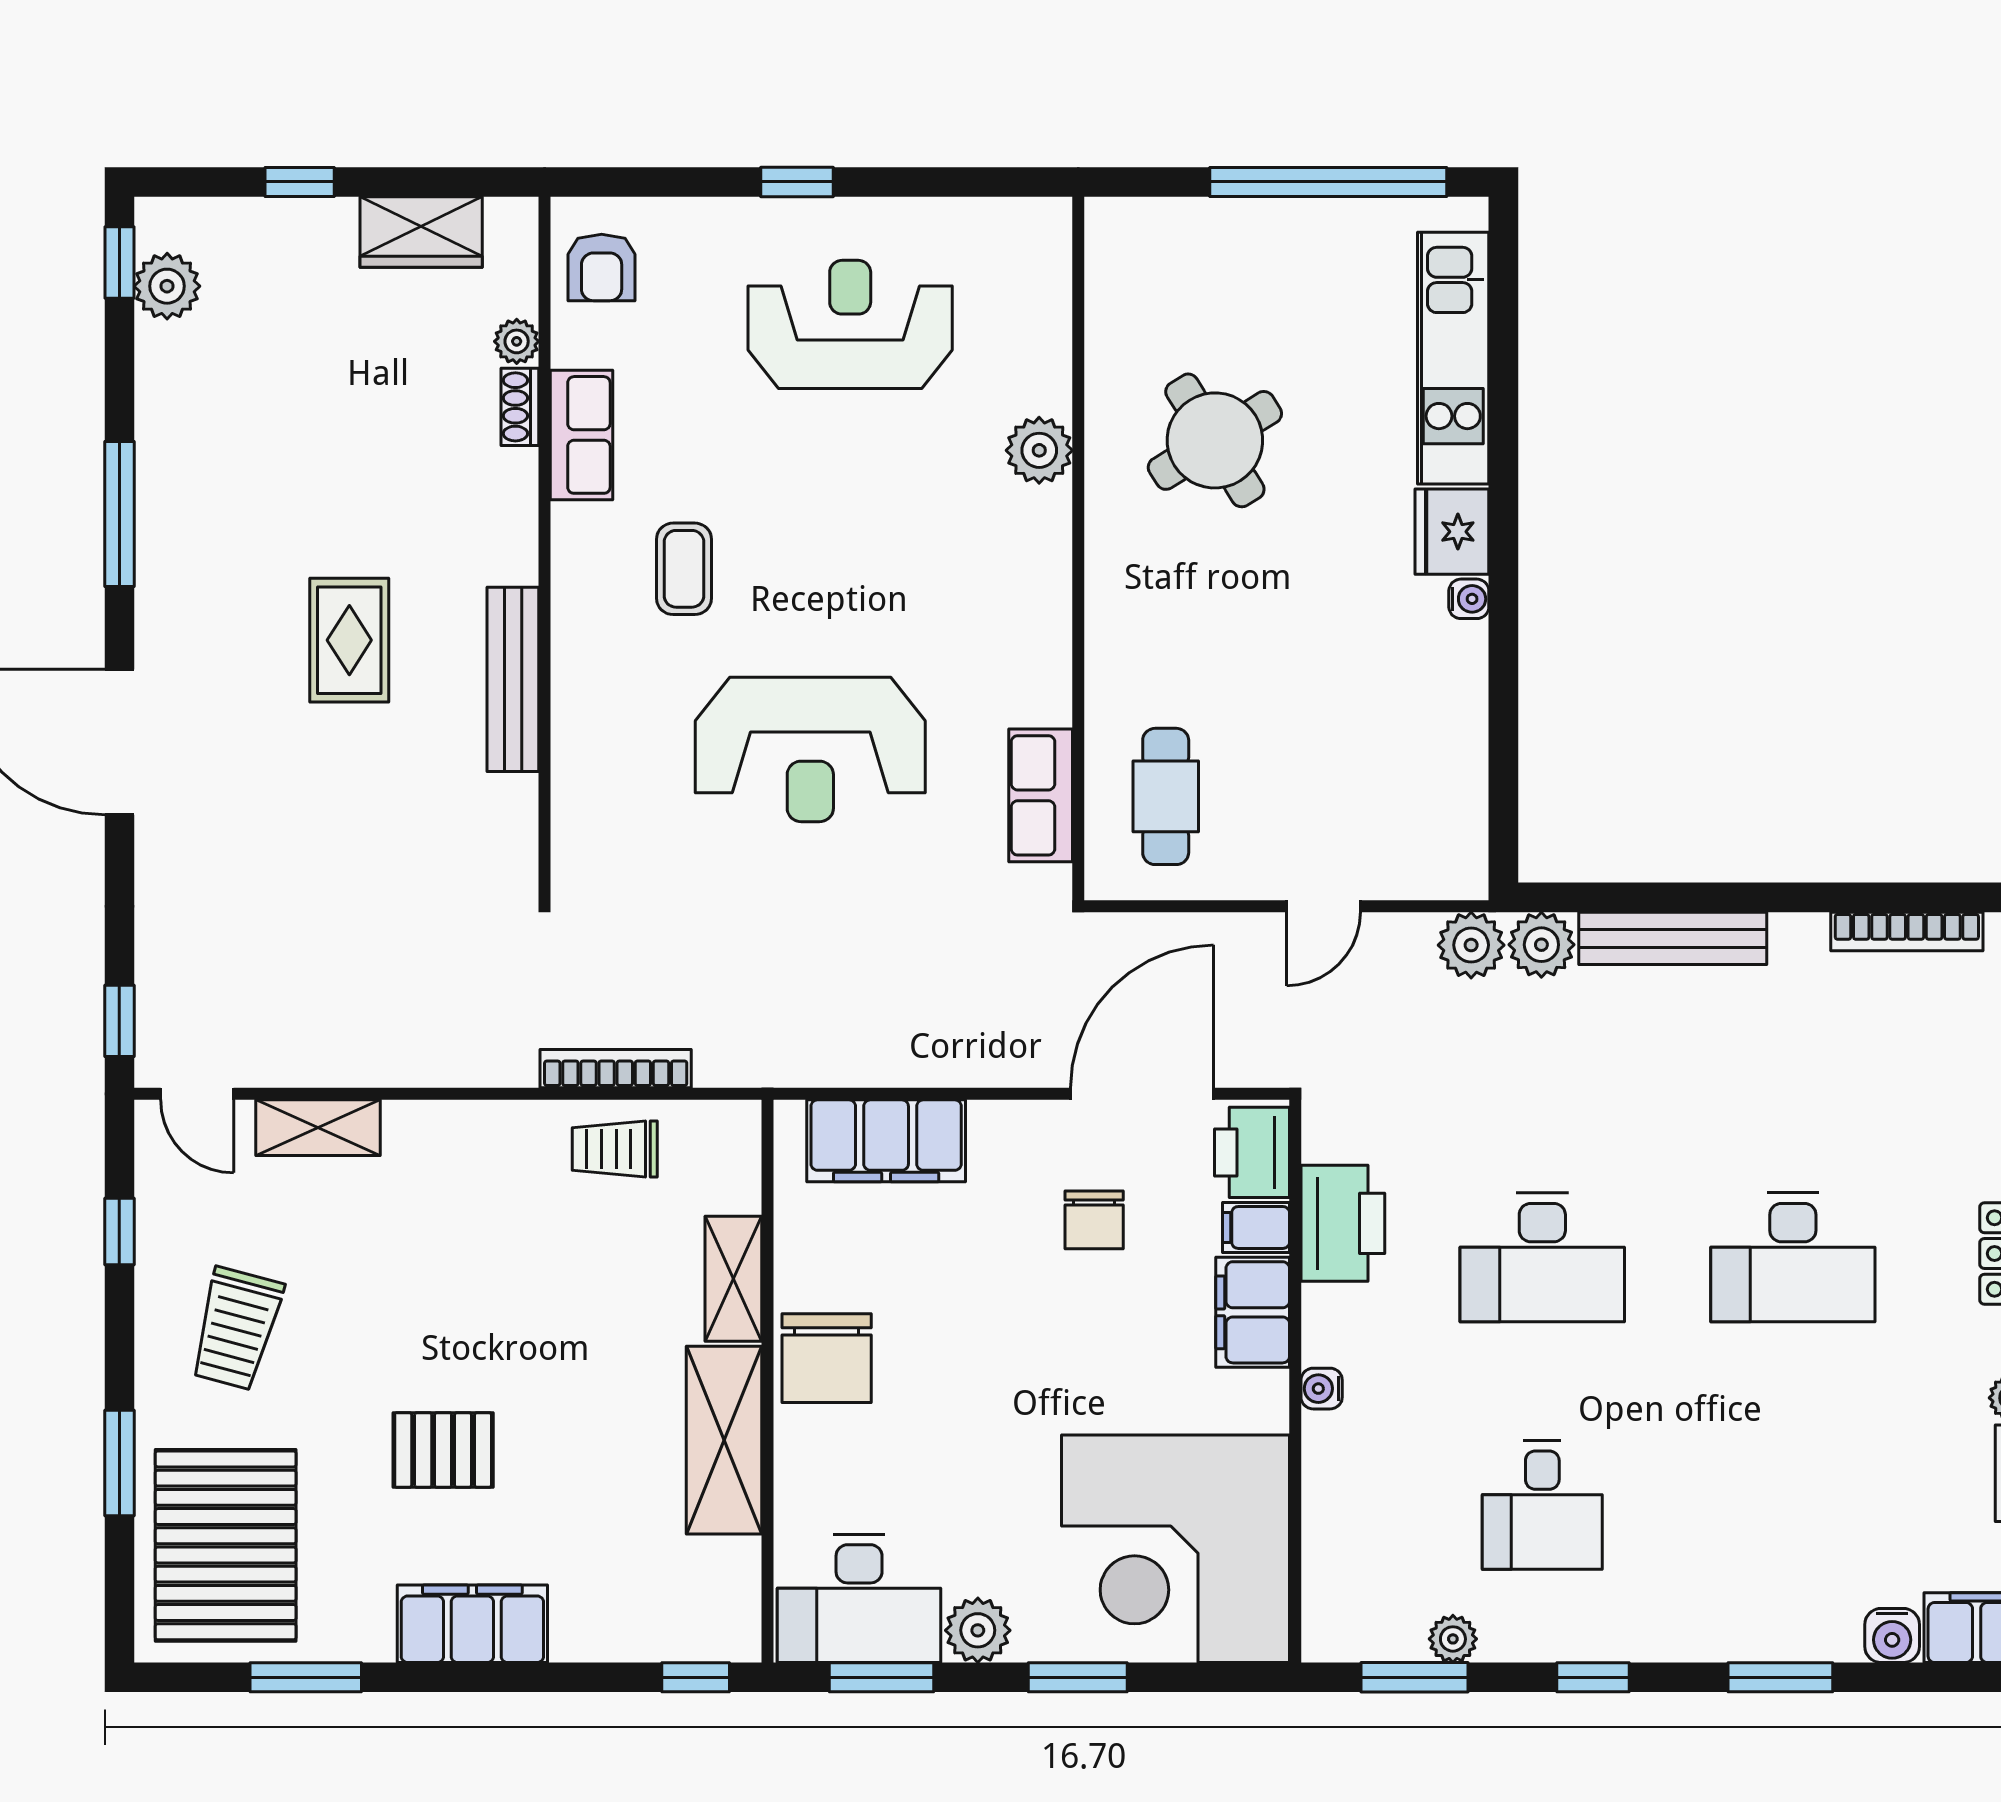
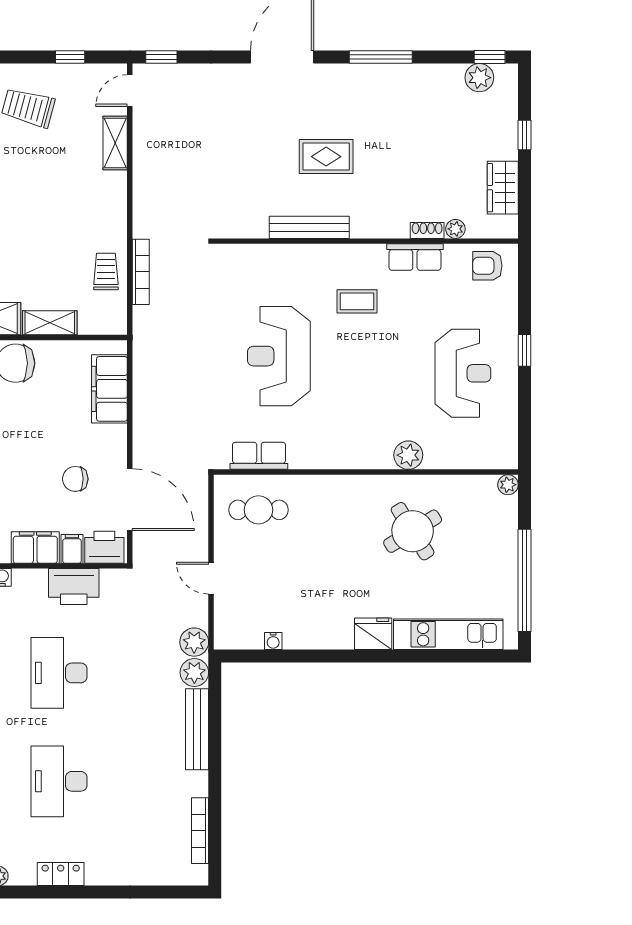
plant: (1108, 220) -> (508, 485), added
water cooler: (1469, 599) -> (273, 641), moved

